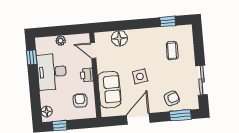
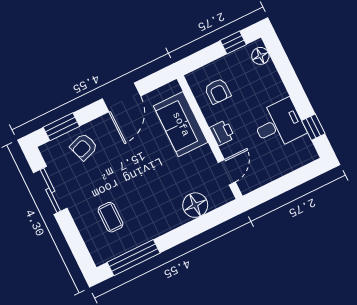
window: (168, 21) -> (134, 258), width x2.17
plant: (61, 41) -> (280, 168), removed
door: (93, 51) -> (227, 172), hinge flipped
desk: (52, 72) -> (279, 124), width x0.73
side table: (140, 76) -> (143, 161), removed

